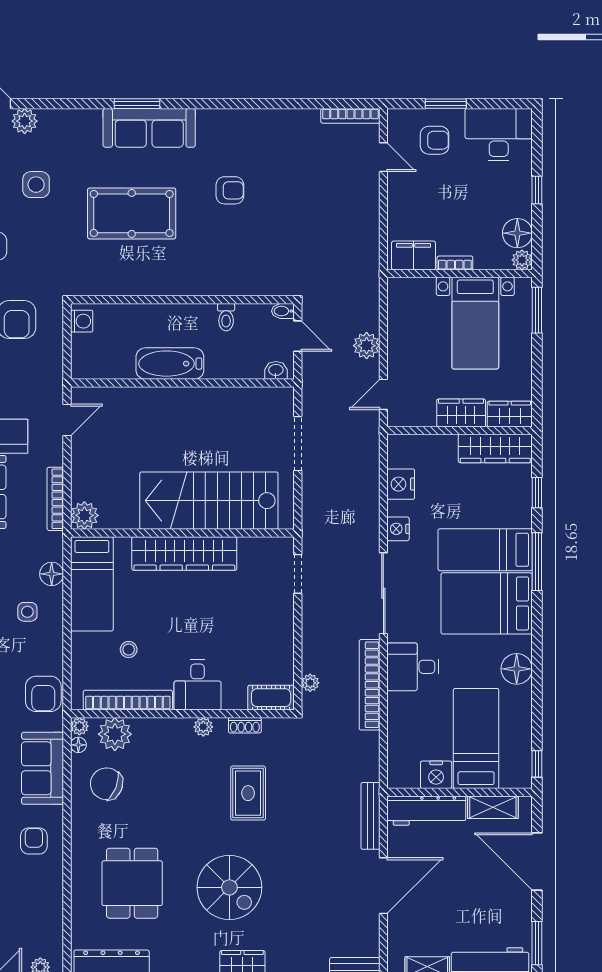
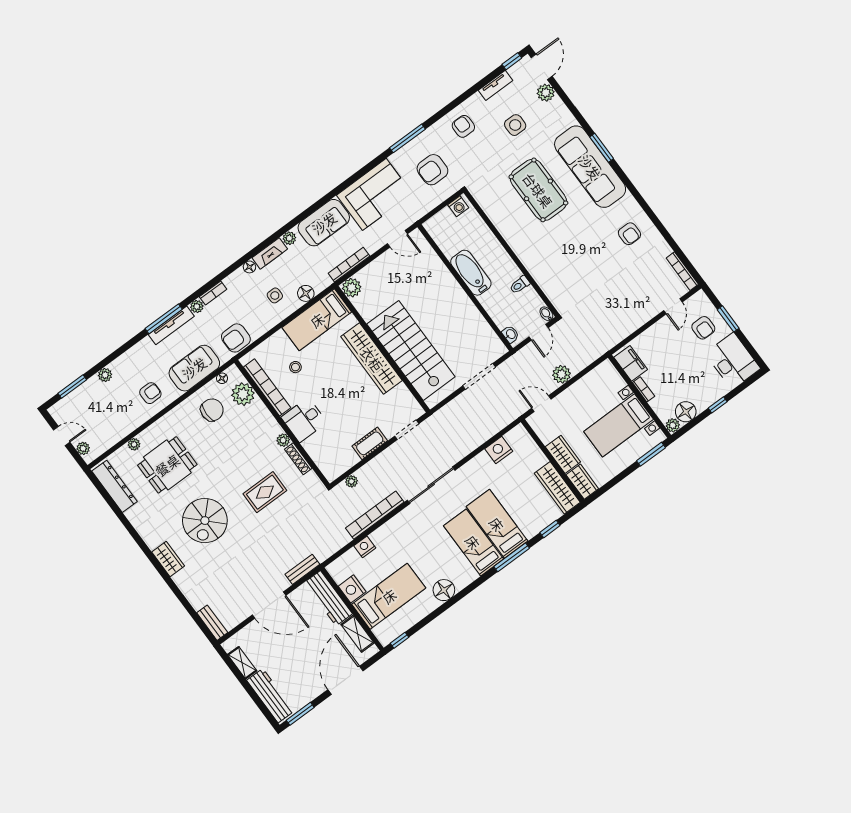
sofa: (149, 128) -> (590, 167), width x1.36, depth x1.27
armchair: (230, 190) -> (629, 234), moved
nightstand: (398, 529) -> (365, 547), moved
bed: (487, 603) -> (473, 542), width x0.67
desk: (413, 667) -> (402, 532), removed
cot: (271, 698) -> (370, 443), moved, turned 90
shoe rack: (245, 725) -> (298, 459), width x1.43
plant: (79, 726) -> (134, 444), moved
chair: (107, 784) -> (212, 410), turned 68
bench: (370, 816) -> (302, 569), width x0.73

